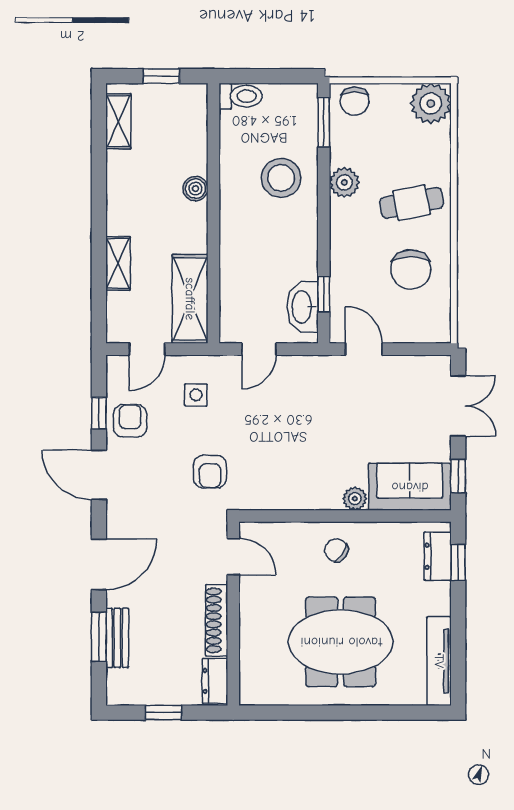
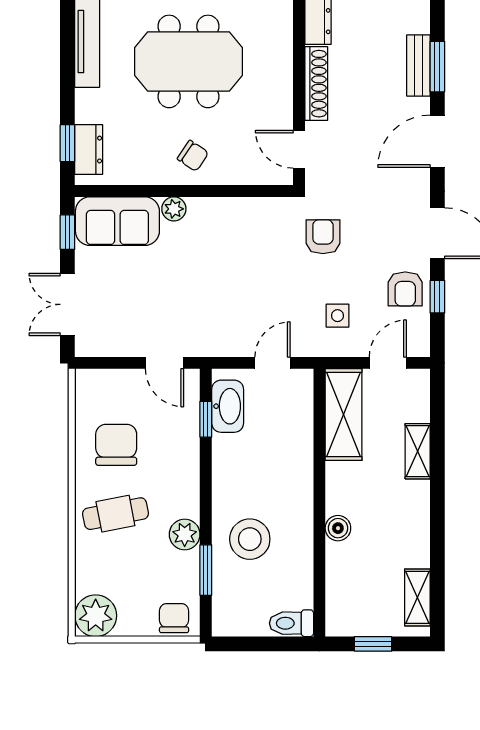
window: (324, 122) -> (206, 570), moved

